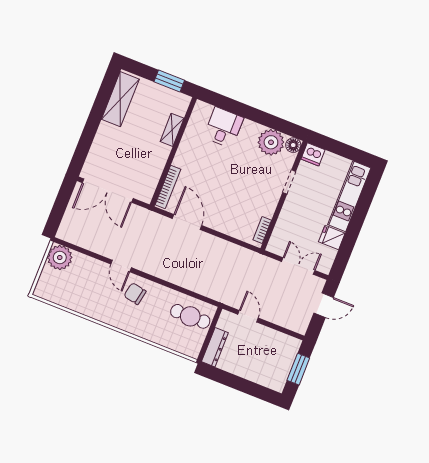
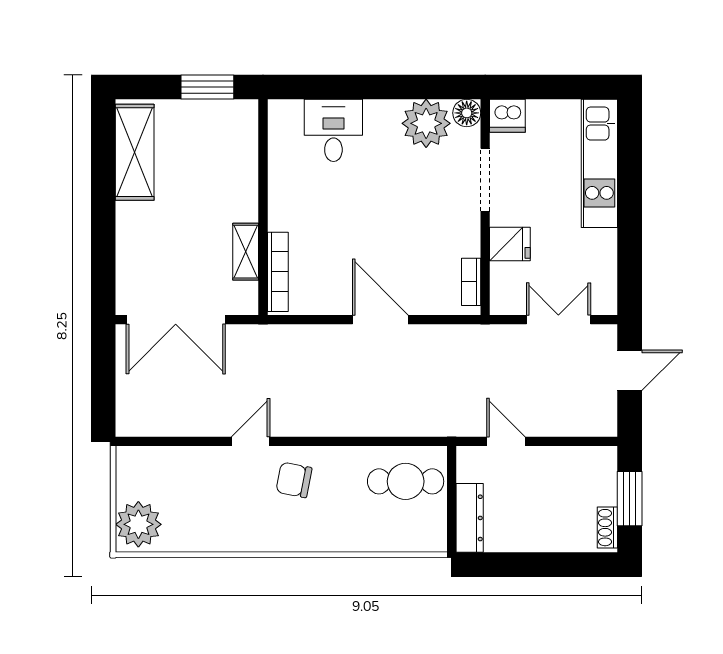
shelving: (172, 130) -> (246, 252), moved
doorway: (289, 182) -> (485, 180), width x1.38
door: (187, 222) -> (380, 320), moved
fridge: (332, 238) -> (510, 244), moved, turned 180
plant: (60, 257) -> (138, 524), moved
door: (121, 266) -> (251, 441), swing flipped
shoe rack: (282, 379) -> (607, 528), added

